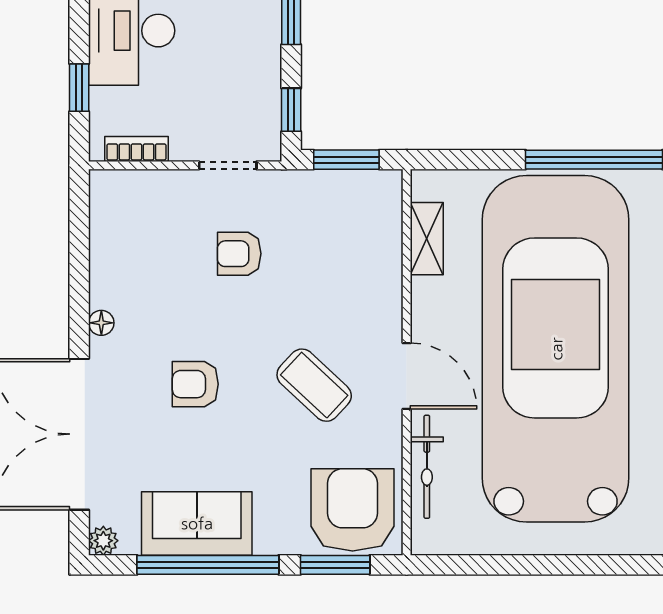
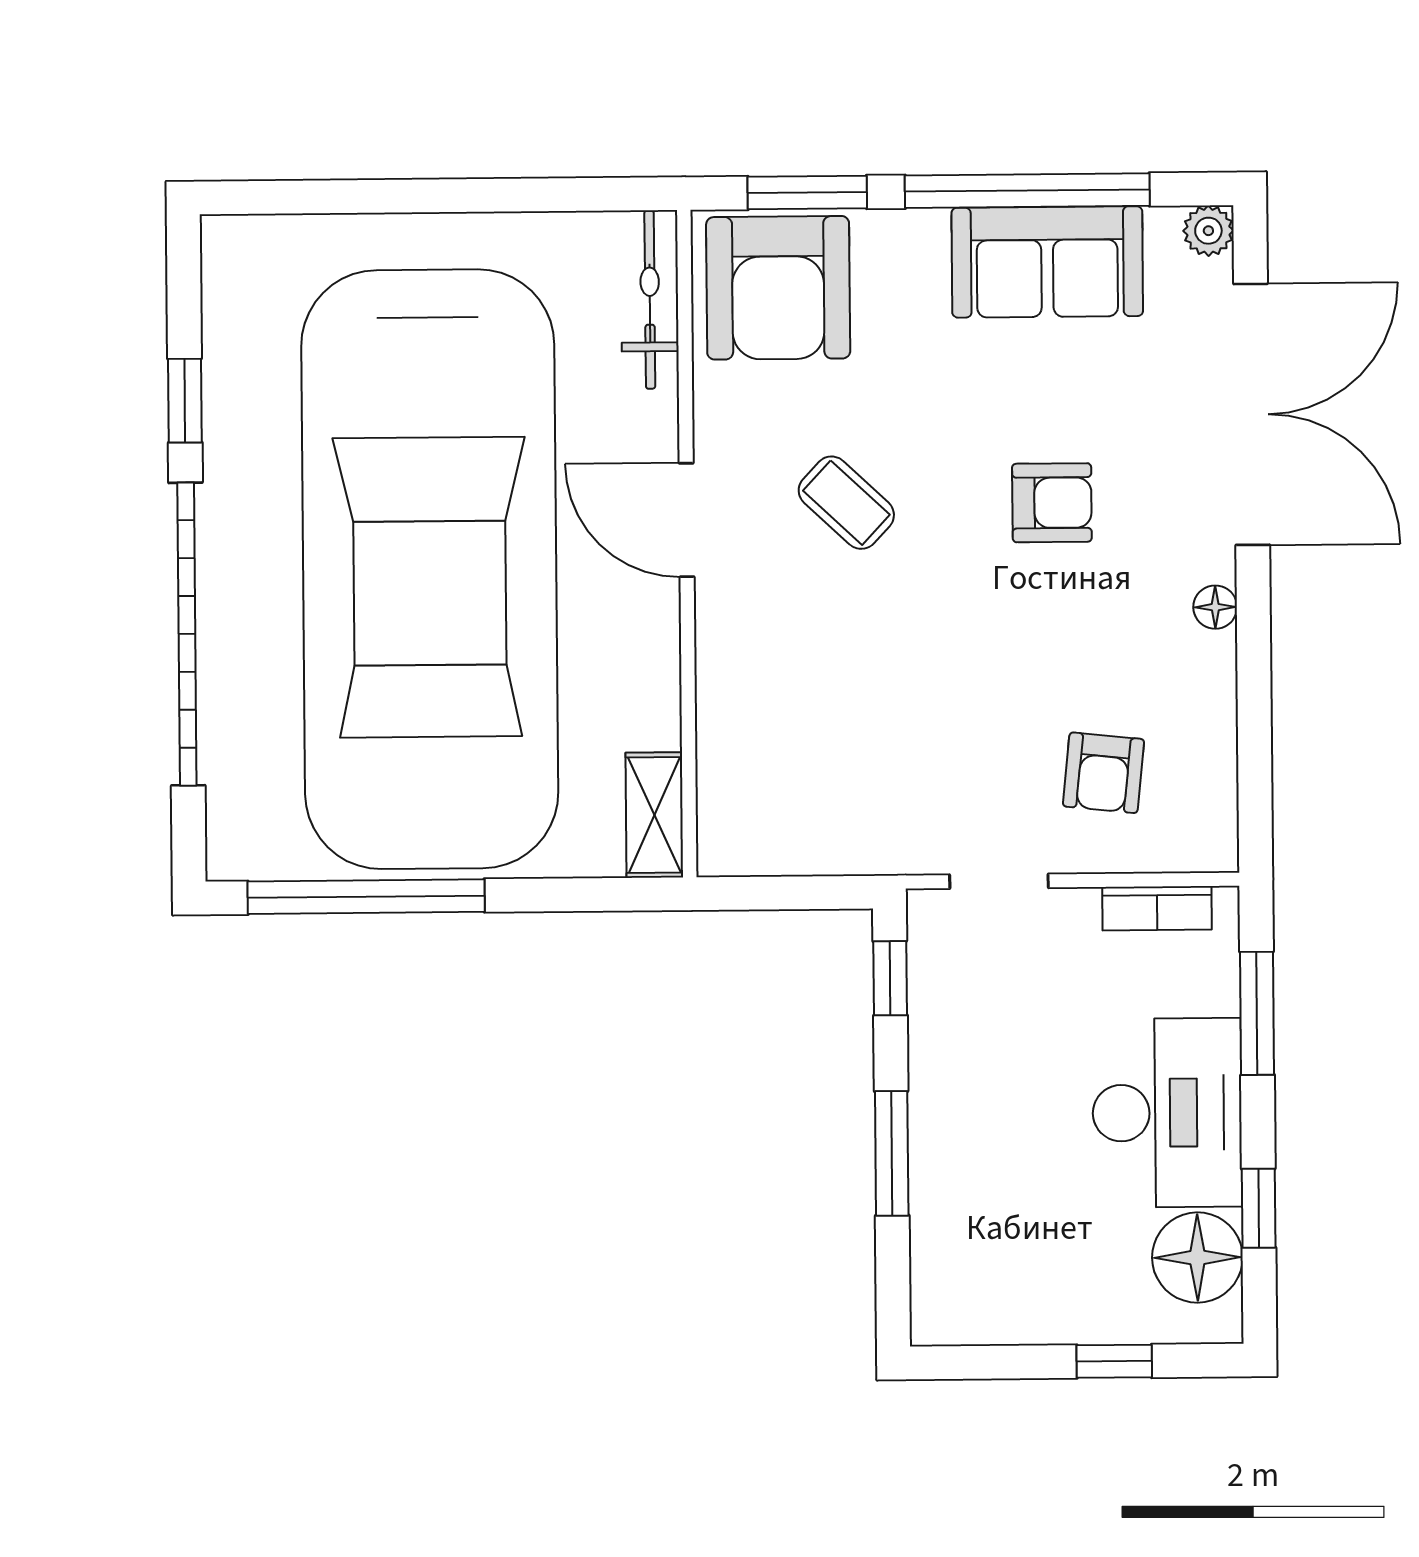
window: (79, 88) -> (1257, 1013), width x1.50
window: (346, 160) -> (794, 893), removed
shelving: (427, 239) -> (654, 815), moved
armchair: (239, 254) -> (1103, 773), moved, turned 96
coffee table: (314, 385) -> (846, 503), width x0.73, depth x0.77
bicycle: (427, 467) -> (650, 300), moved

